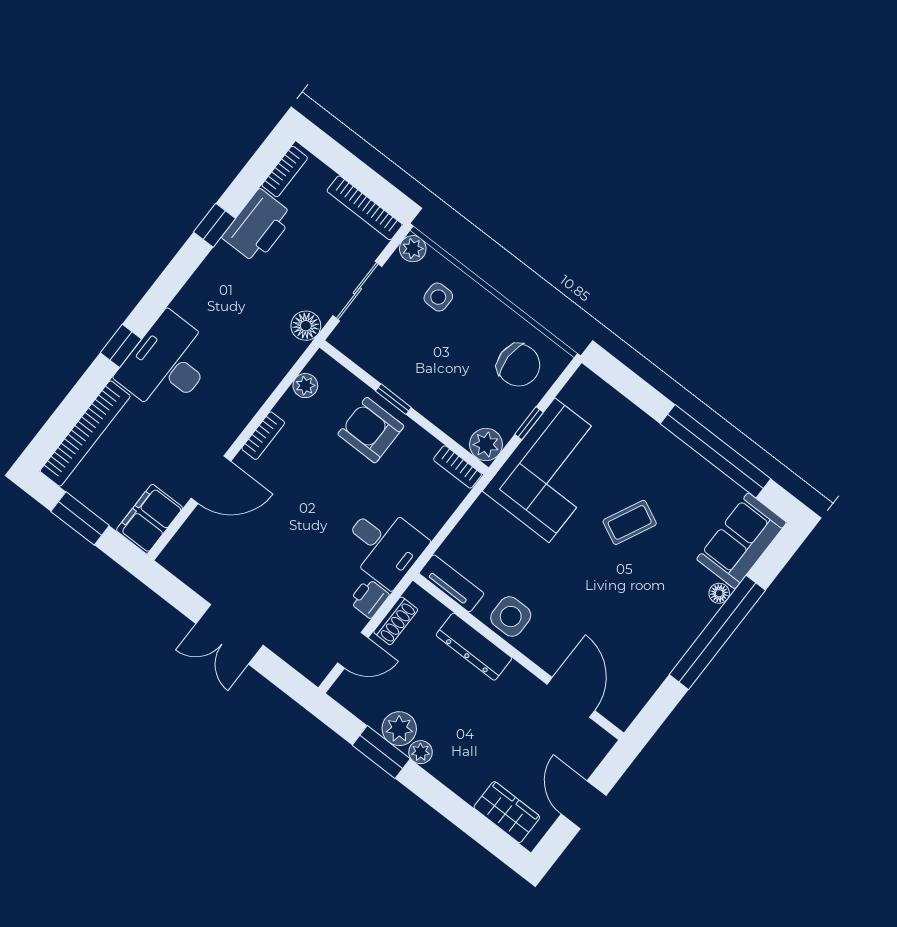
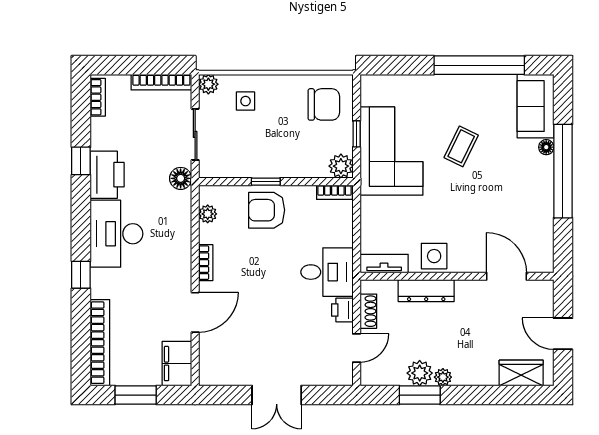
printer: (258, 226) -> (107, 175), moved
desk: (167, 364) -> (116, 234), moved

